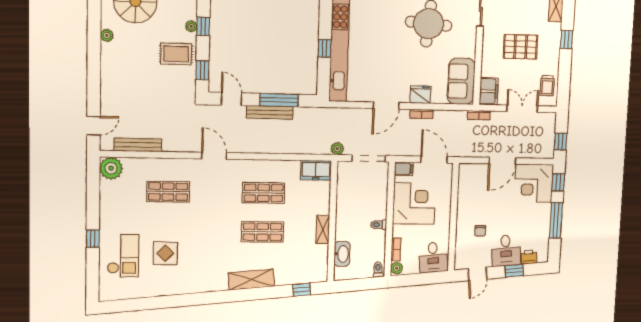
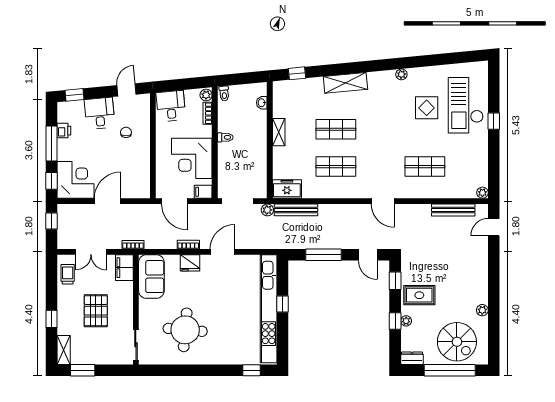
pallet: (520, 47) -> (96, 311), turned 90
bench: (270, 112) -> (296, 210), moved
plant: (111, 168) -> (482, 193), width x0.53, depth x0.53
washbasin: (342, 254) -> (262, 103), width x0.52, depth x0.69
checkout: (123, 256) -> (466, 105), width x1.36, depth x1.21
printer: (529, 257) -> (64, 131), moved, turned -84
window: (514, 271) -> (74, 95), moved
plant: (192, 288) -> (401, 74), added

